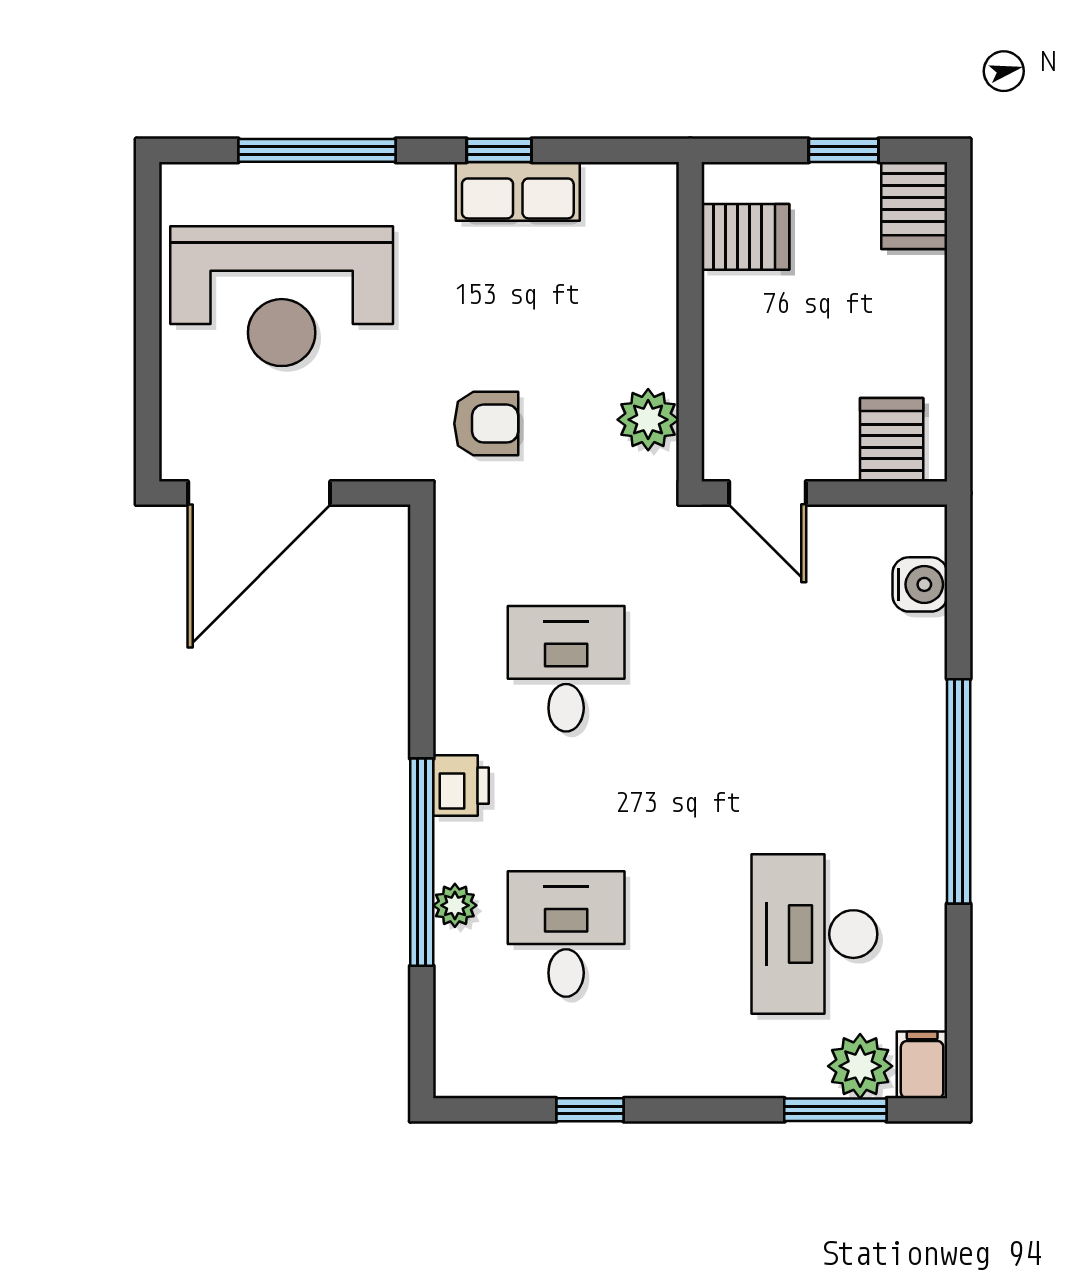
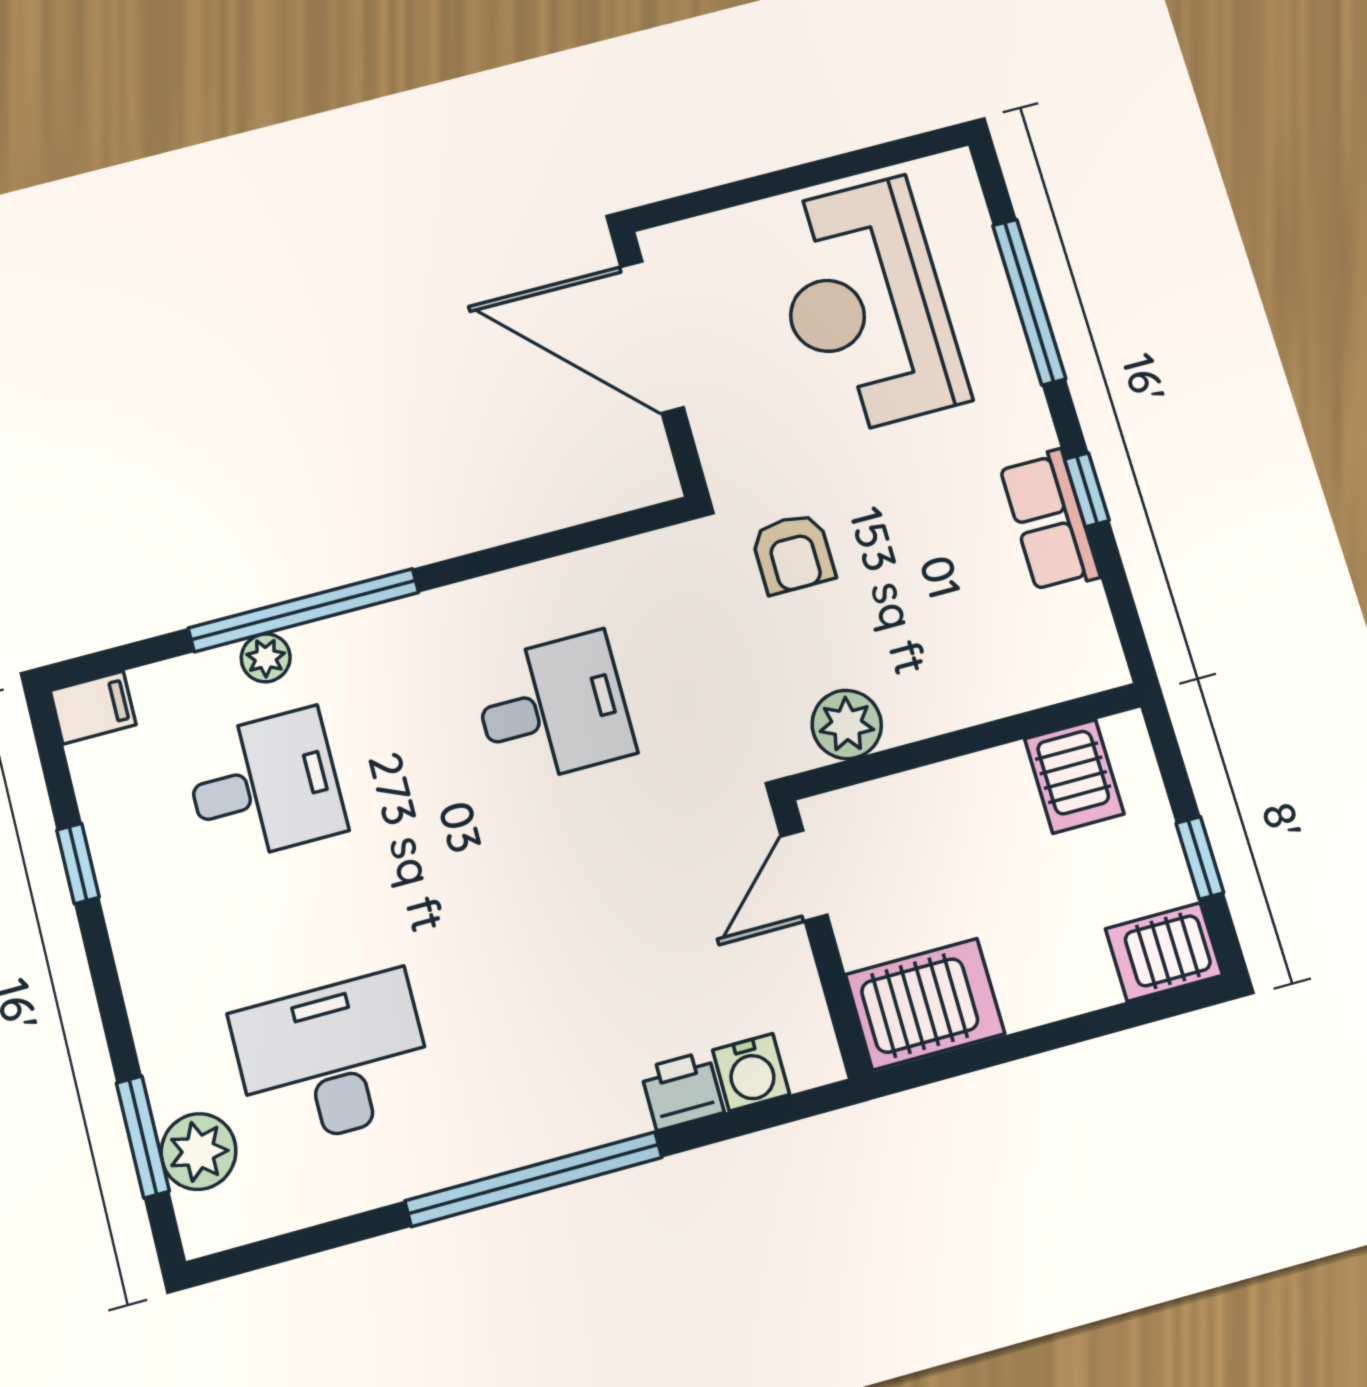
server rack: (892, 440) -> (925, 1004), width x1.36, depth x1.44
printer: (461, 786) -> (682, 1091), moved, turned 180
filing cabinet: (922, 1065) -> (93, 708), moved

